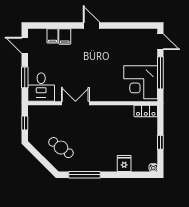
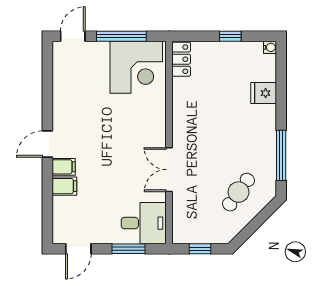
filing cabinet: (52, 36) -> (64, 167), moved

